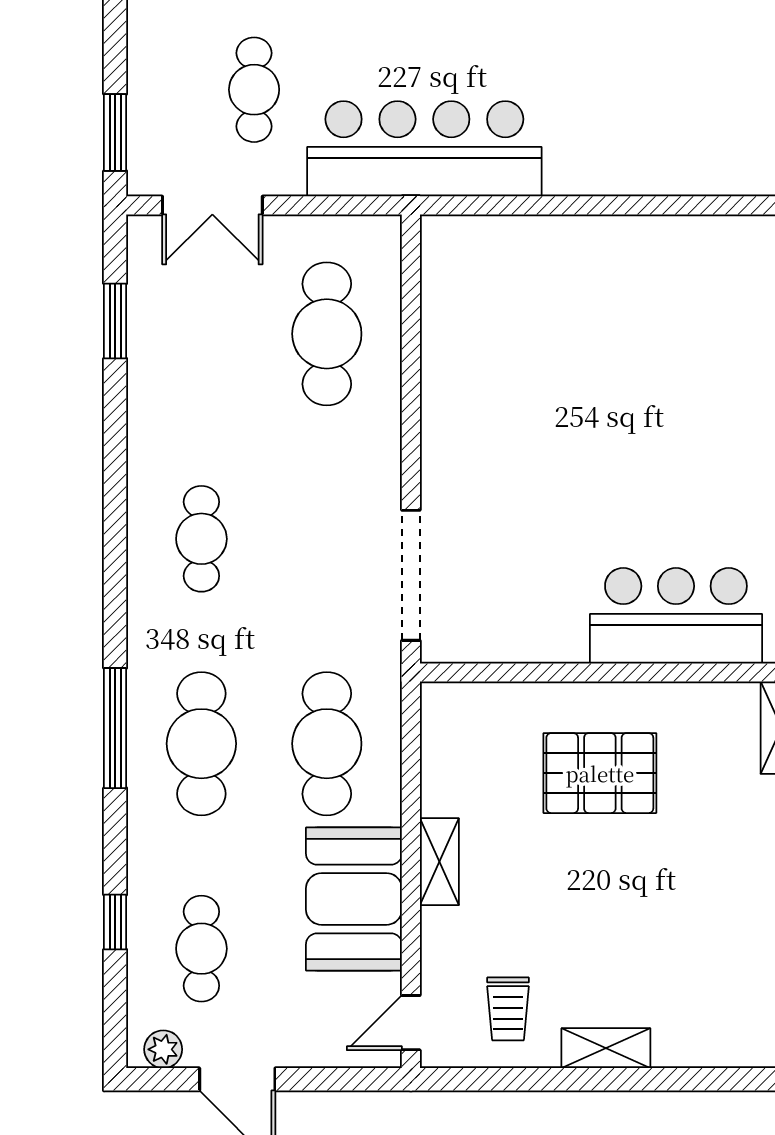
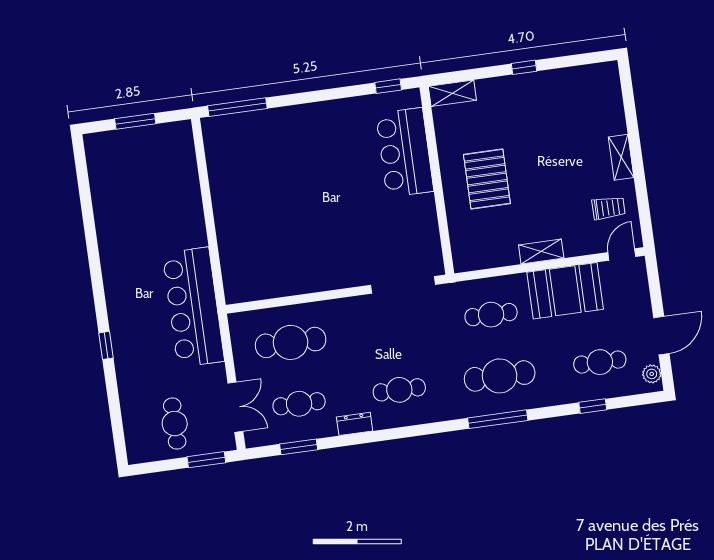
cafe table: (254, 90) -> (175, 424), moved, turned 90
cafe table: (201, 334) -> (299, 404), added
dresser: (146, 440) -> (355, 424), added
cafe table: (327, 744) -> (491, 315), width x0.73, depth x0.74
door: (411, 1023) -> (622, 255), swing flipped

